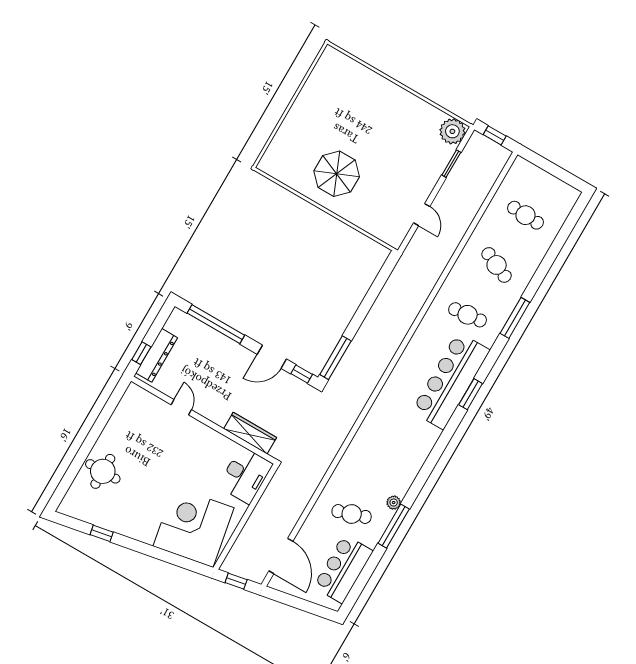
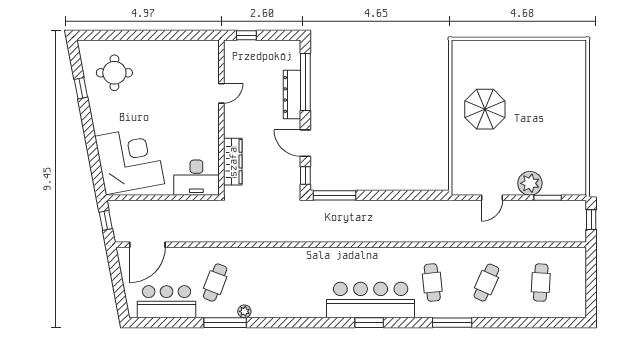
plant: (452, 131) -> (530, 183), moved
dresser: (157, 355) -> (292, 94), moved, turned 90
round table: (103, 471) -> (114, 73), moved
cafe table: (352, 514) -> (215, 283), turned 39

